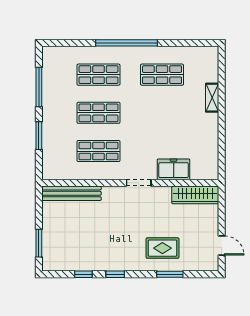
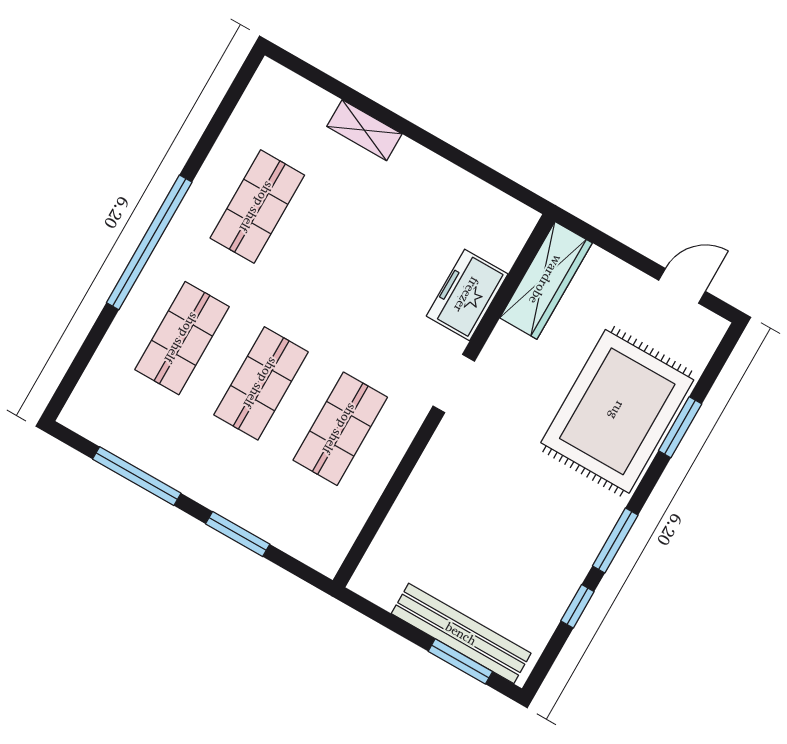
bench: (72, 193) -> (461, 633), moved, turned 90
rug: (162, 248) -> (617, 411), width x1.86, depth x2.06
window: (115, 274) -> (615, 540), width x1.50

